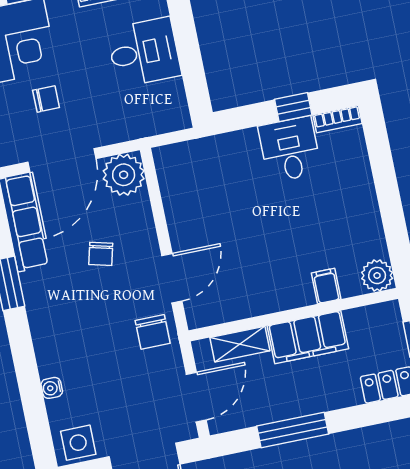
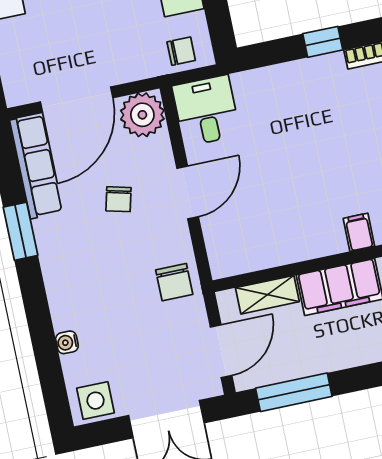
chair: (46, 99) -> (181, 51), moved
desk: (290, 149) -> (206, 111), moved
door: (172, 278) -> (188, 192), moved
window: (293, 430) -> (294, 392), moved

